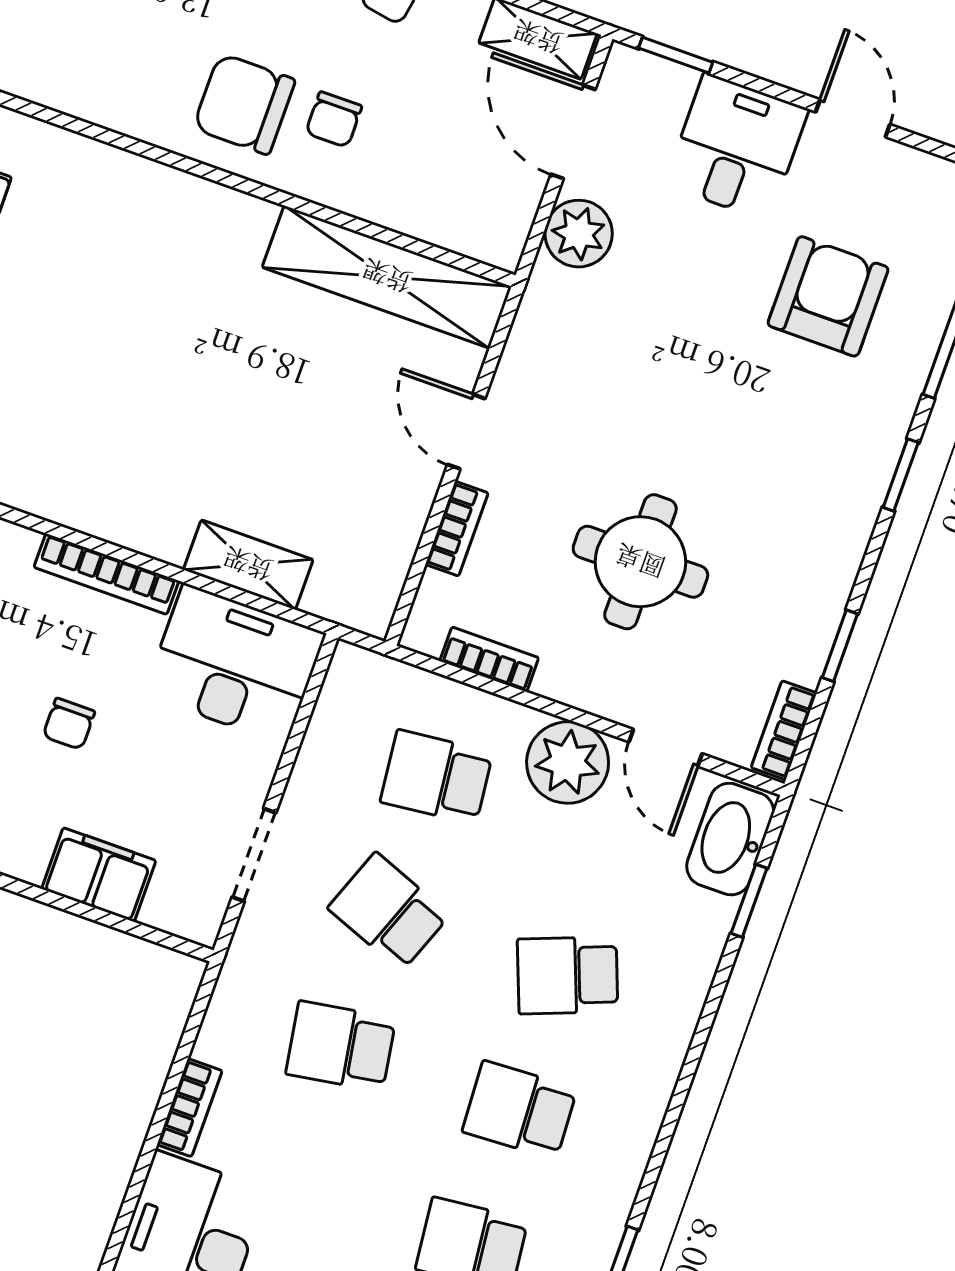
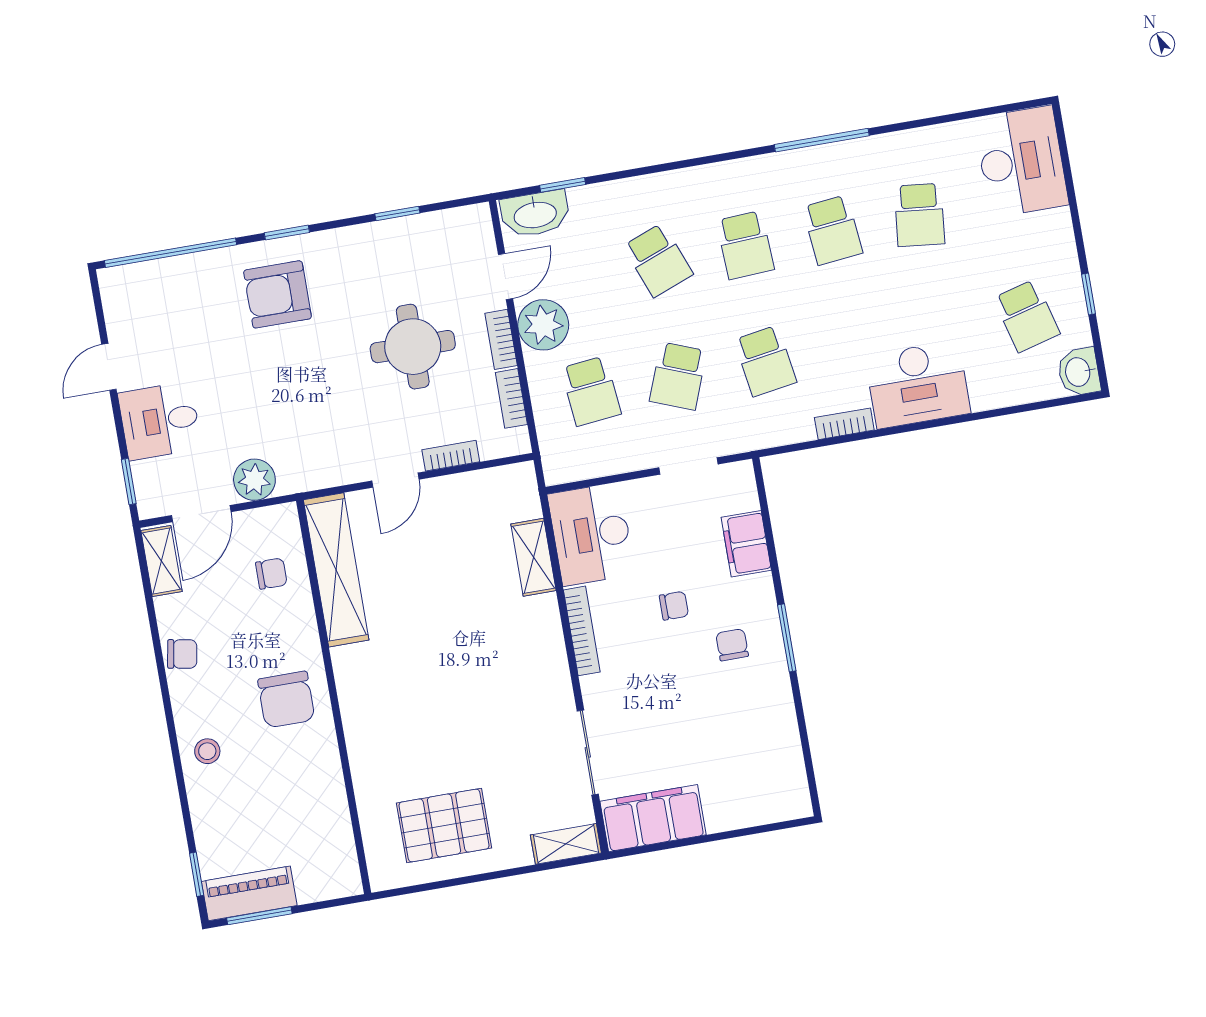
chair: (334, 120) -> (271, 574), moved
armchair: (828, 296) -> (277, 294), moved
bookcase: (784, 730) -> (501, 339), moved, turned 90

